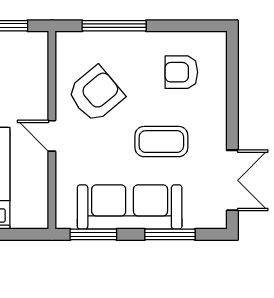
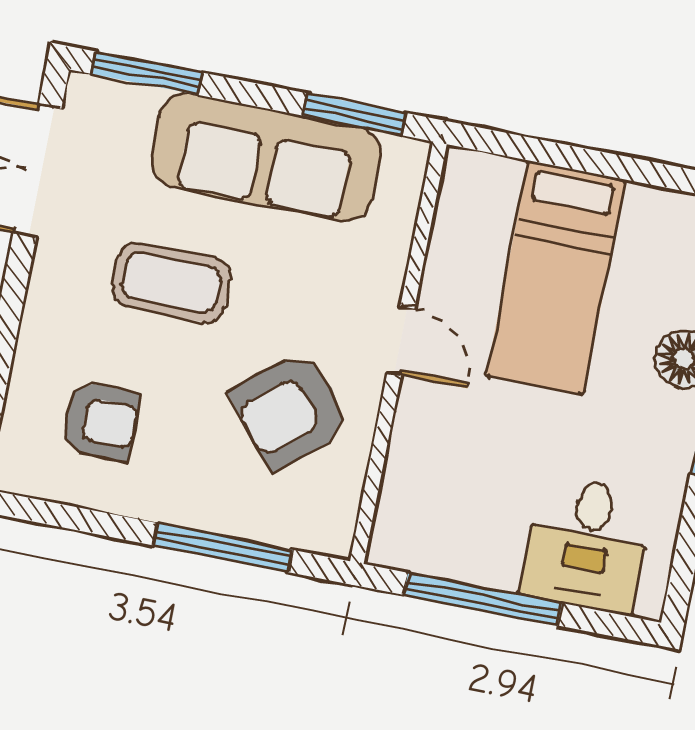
window: (170, 234) -> (147, 73), moved

